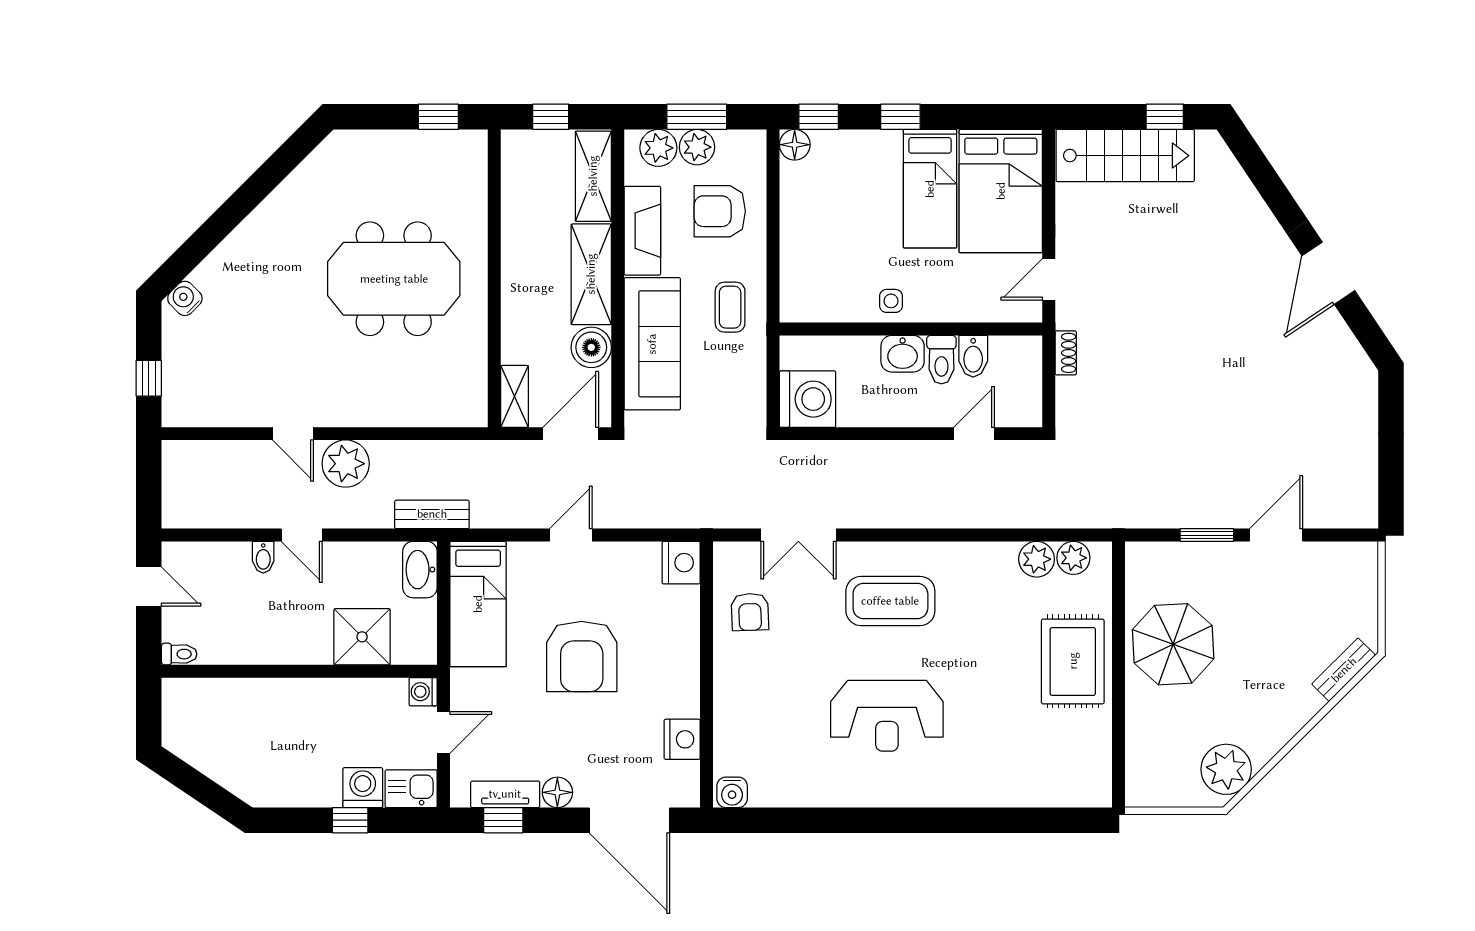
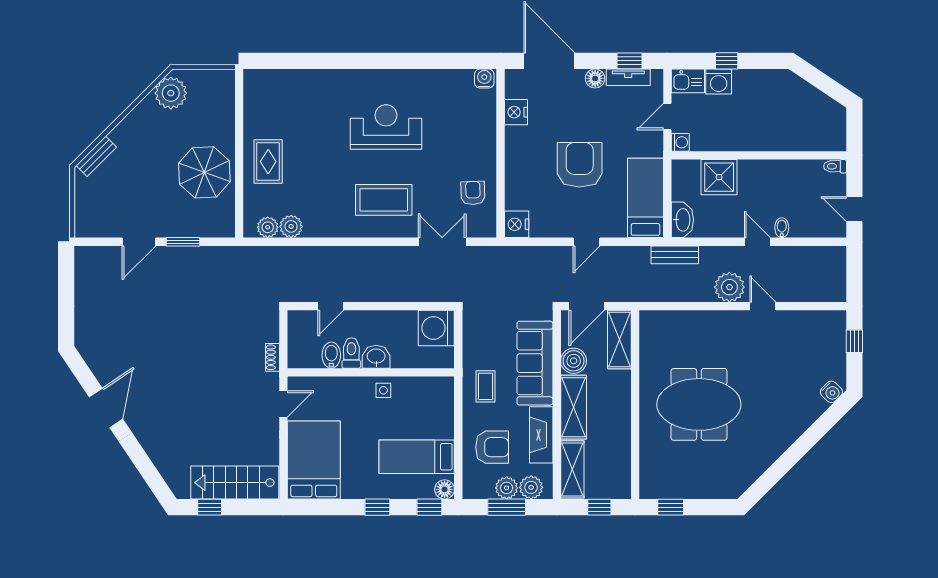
bed: (930, 189) -> (417, 457), moved, turned -90
shelving: (514, 396) -> (619, 340), width x1.50, depth x1.33
rug: (1073, 661) -> (268, 162), width x0.73, depth x0.70

